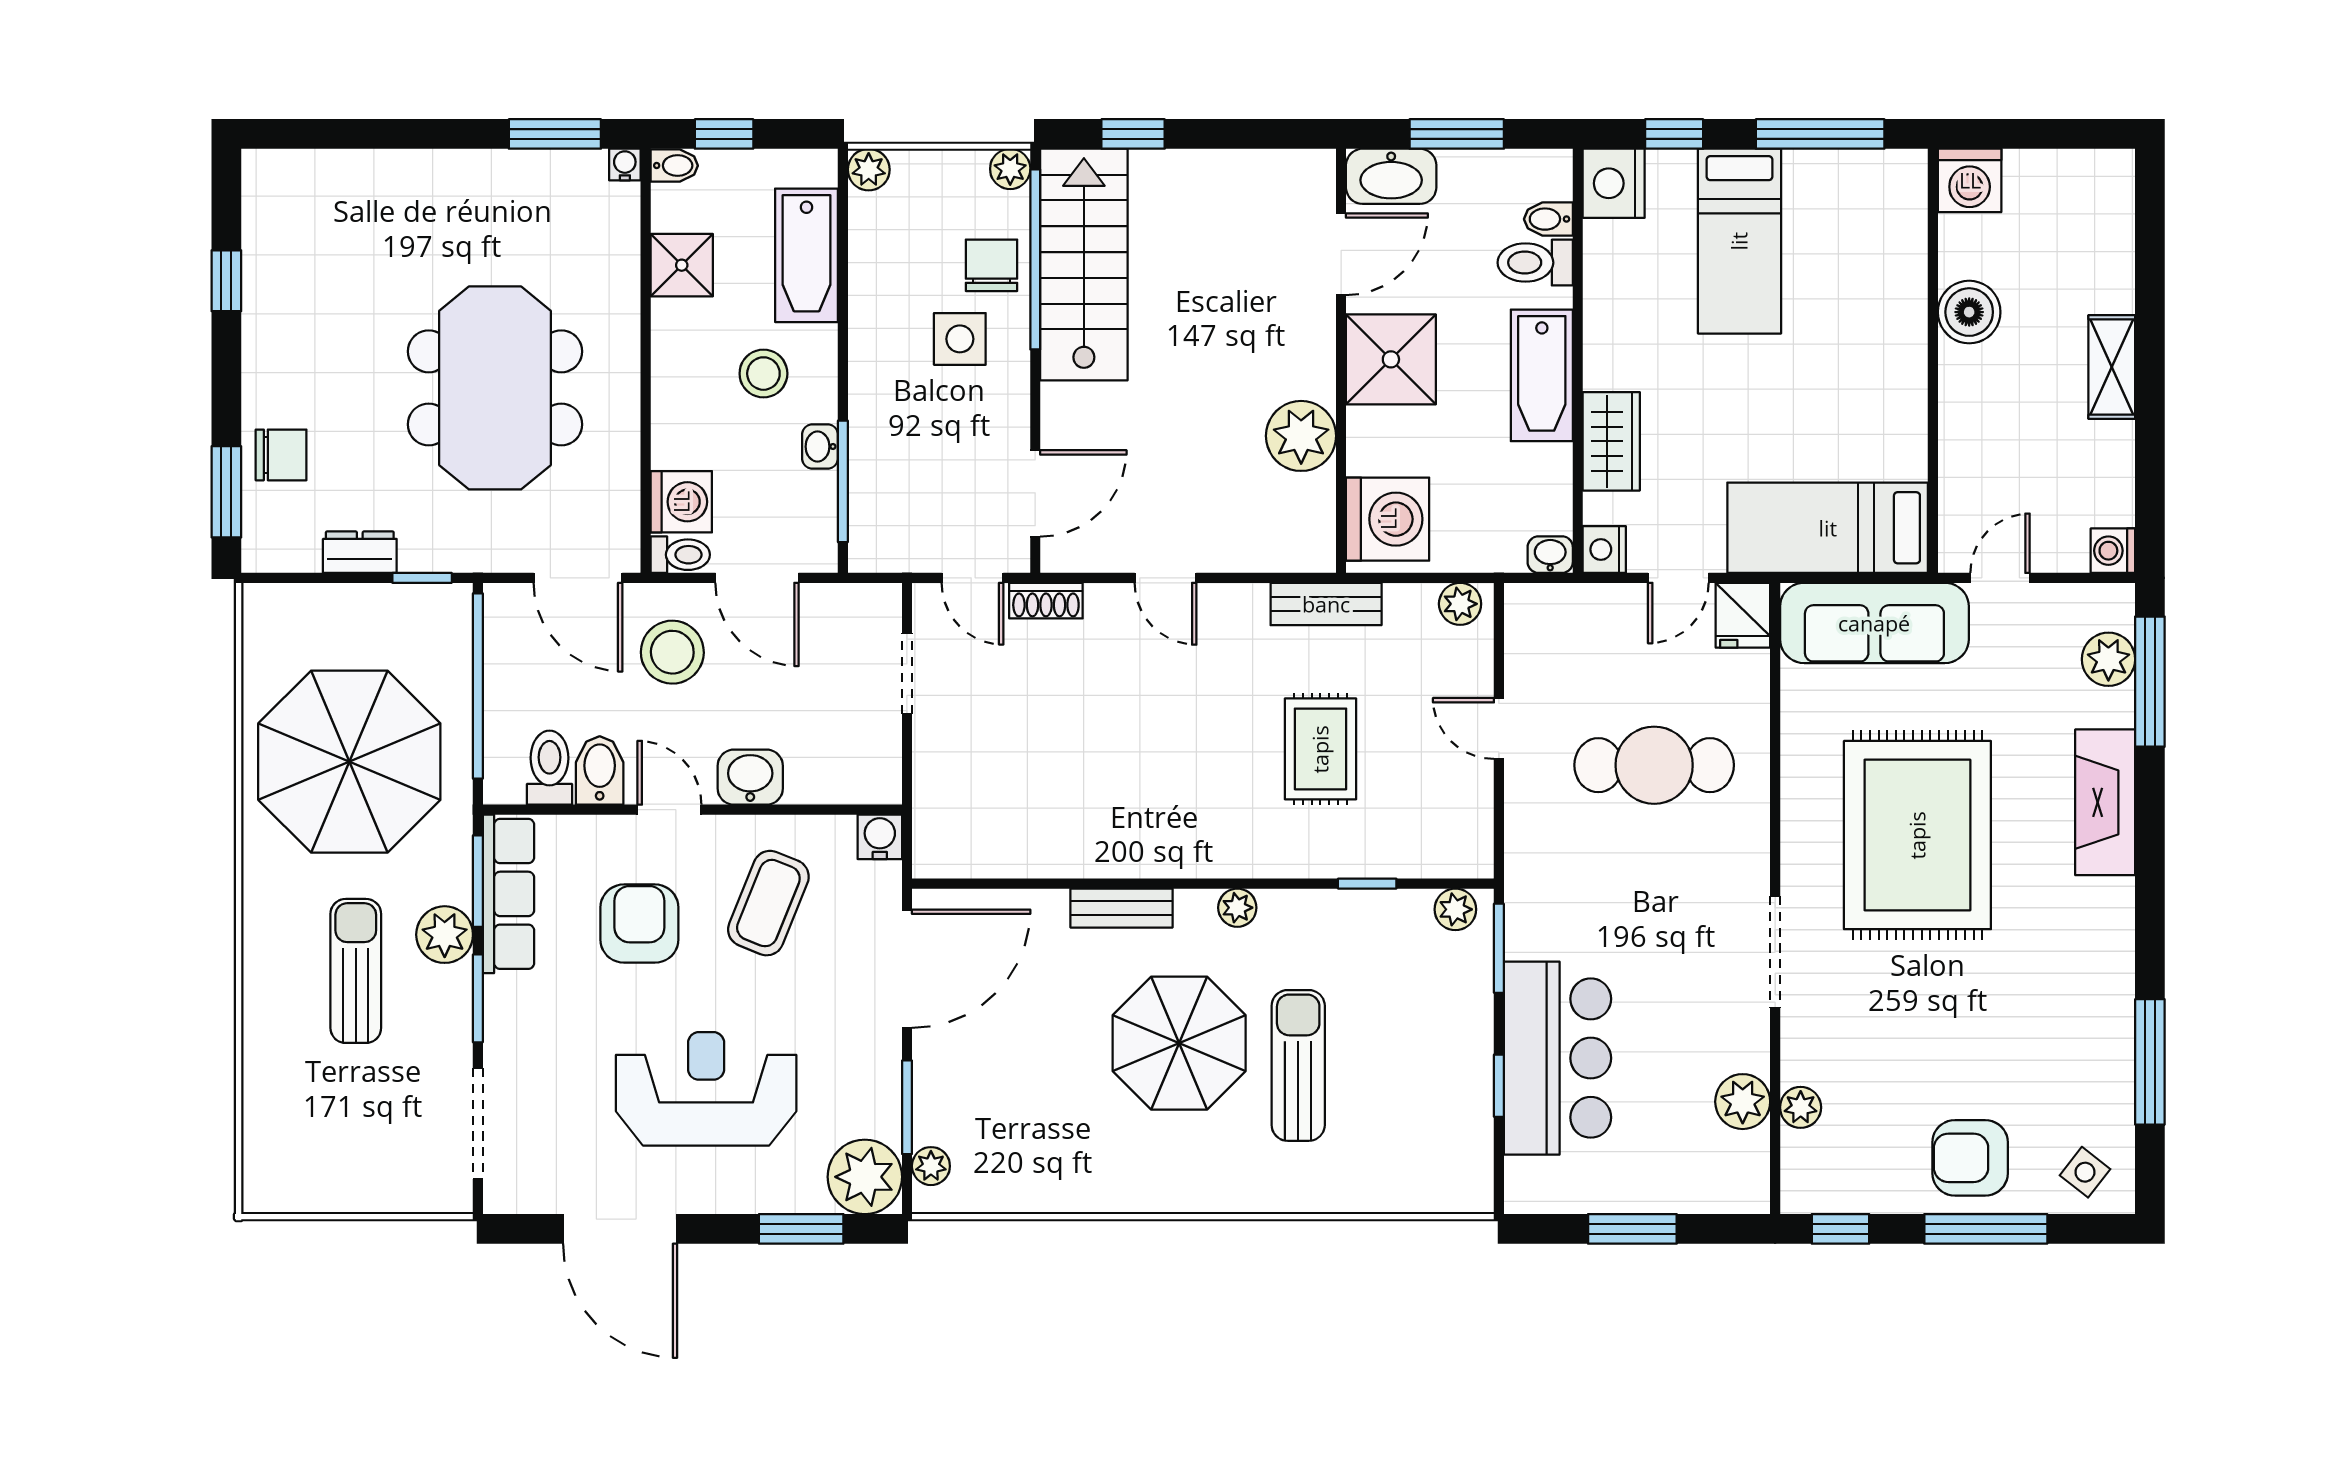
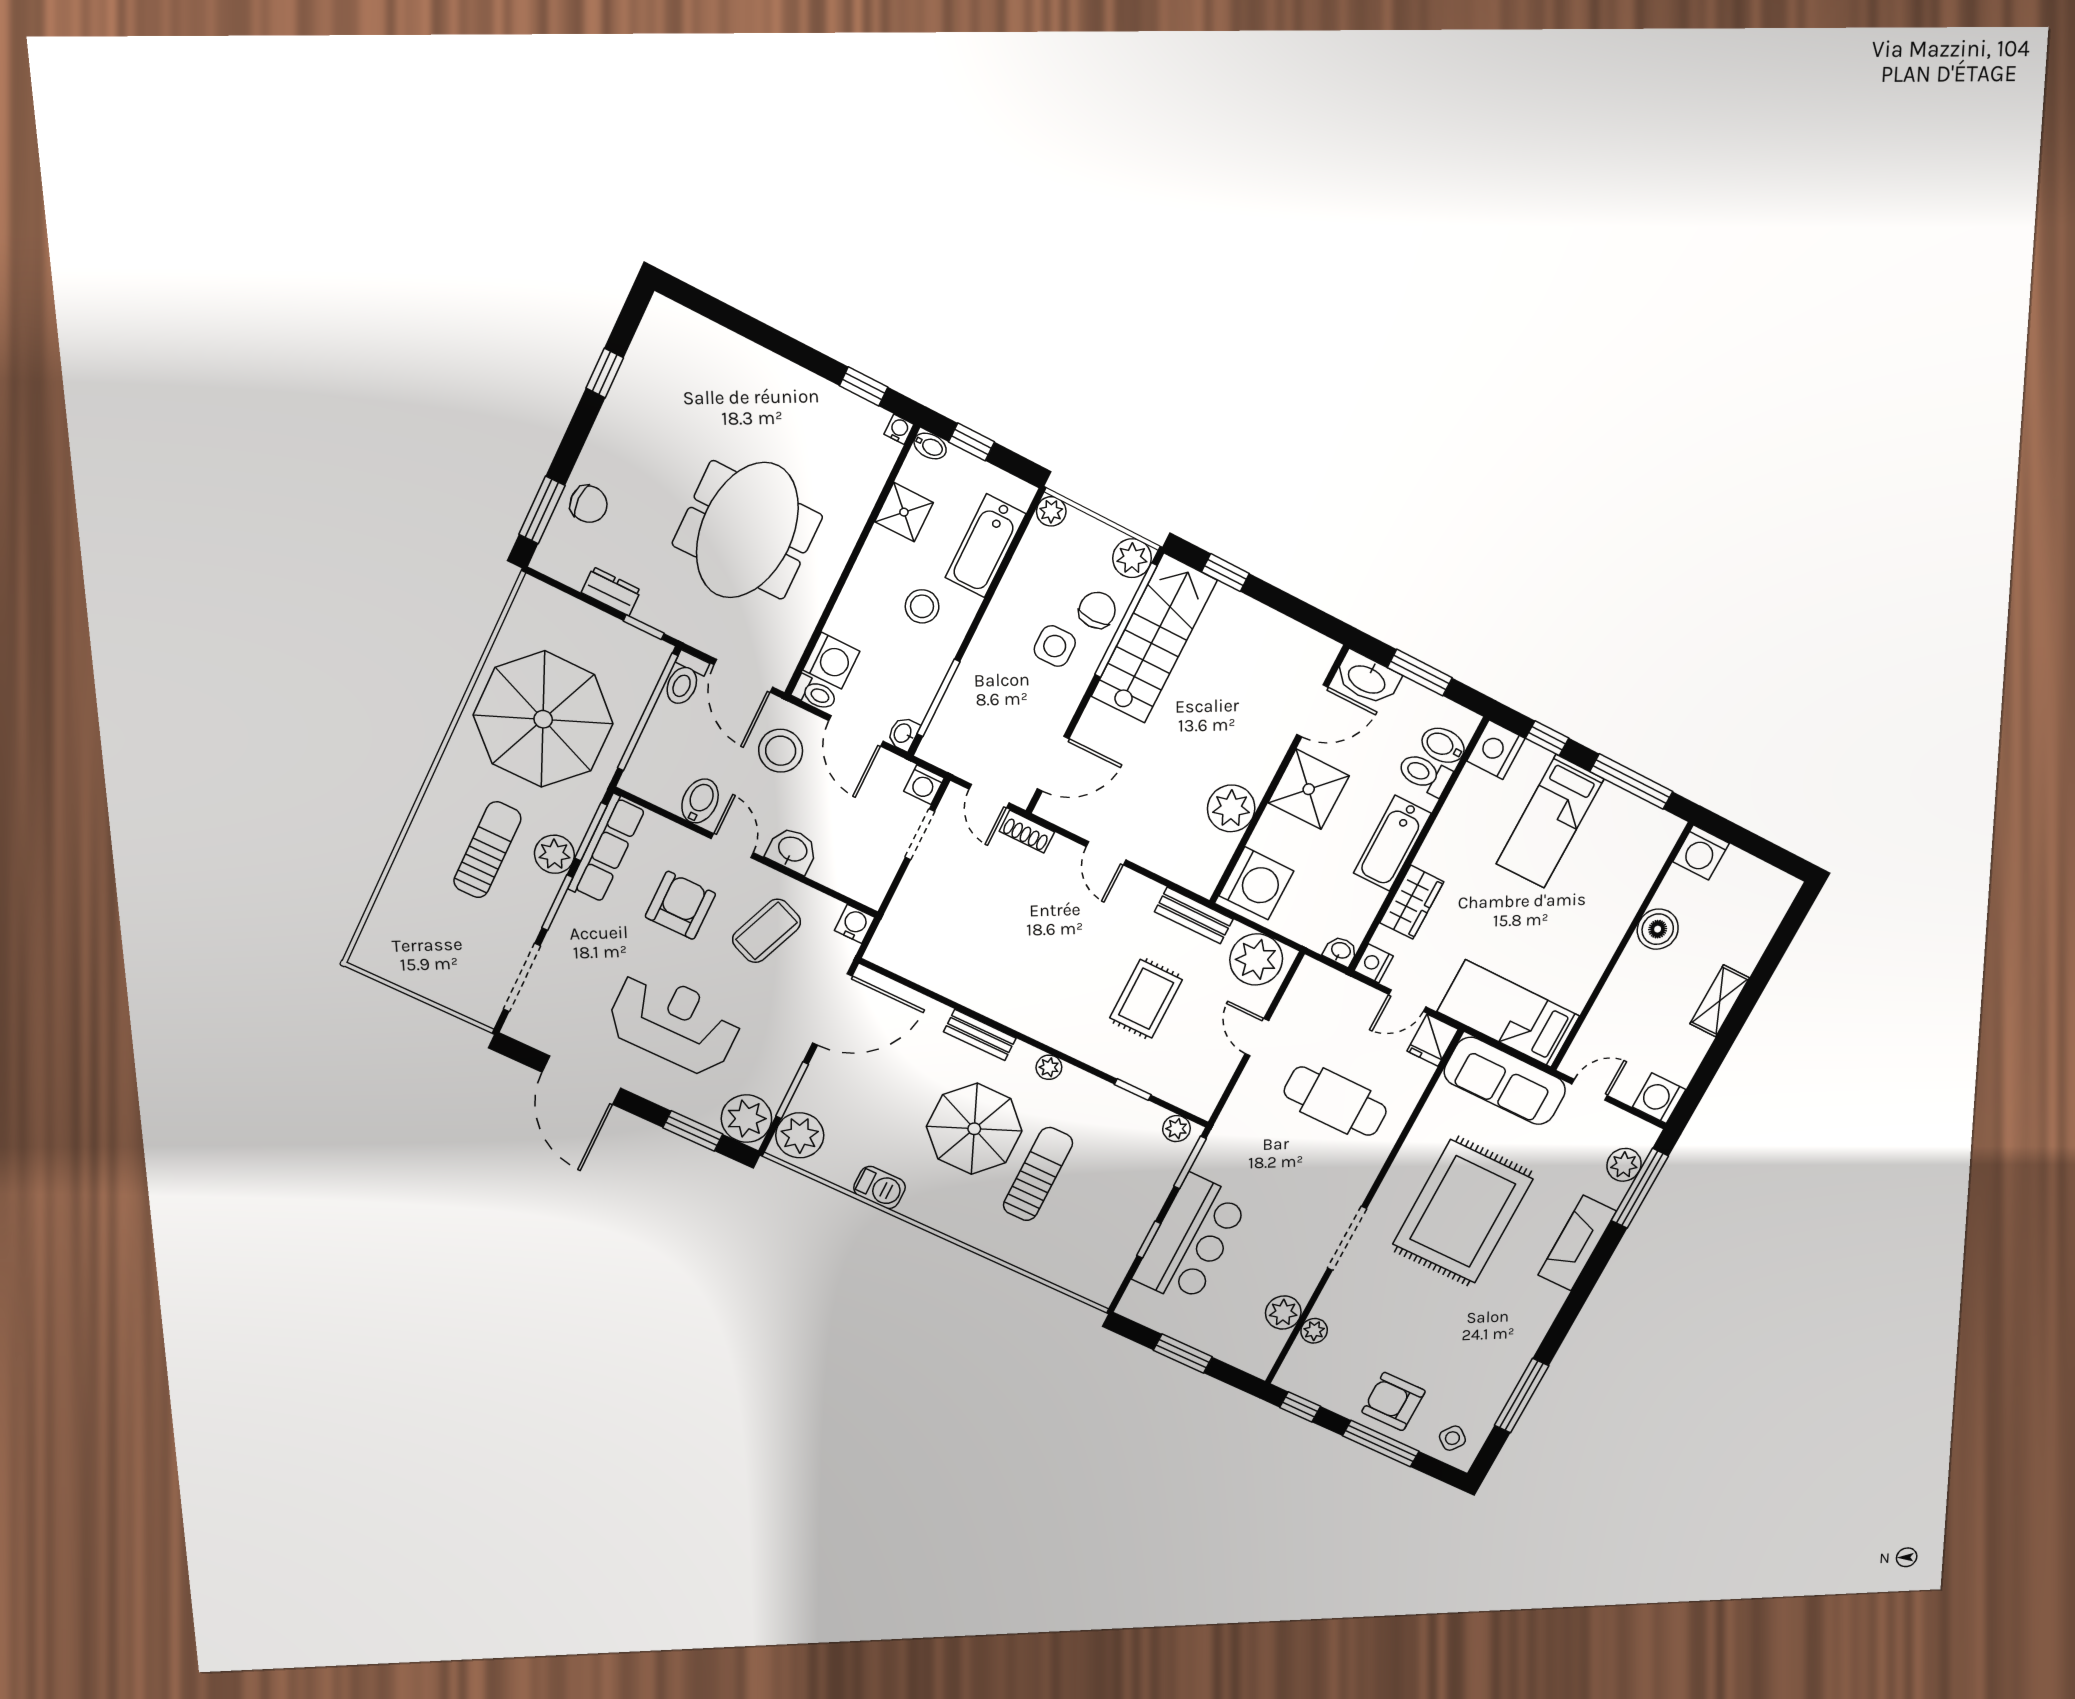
window: (555, 134) -> (864, 386), width x0.67
plant: (1010, 169) -> (1132, 558), width x1.38, depth x1.38
bidet: (1548, 219) -> (1443, 745), width x1.38, depth x1.36
washbasin: (820, 447) -> (903, 733), moved
washing machine: (2113, 551) -> (1659, 1098), width x1.38, depth x1.38
plant: (1460, 604) -> (1256, 959), width x1.87, depth x1.87
washing machine: (880, 605) -> (924, 785), added
toilet: (549, 768) -> (685, 679), moved, turned 180
plant: (931, 1166) -> (800, 1135), width x1.88, depth x1.88
barbecue: (1091, 1188) -> (880, 1188), added

